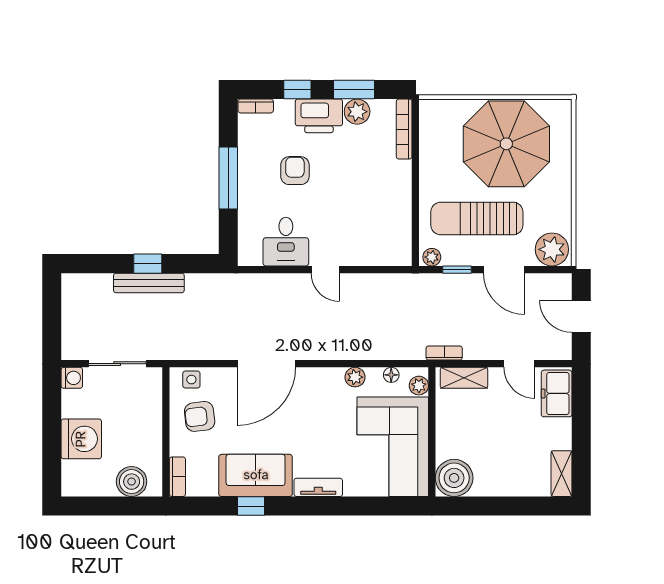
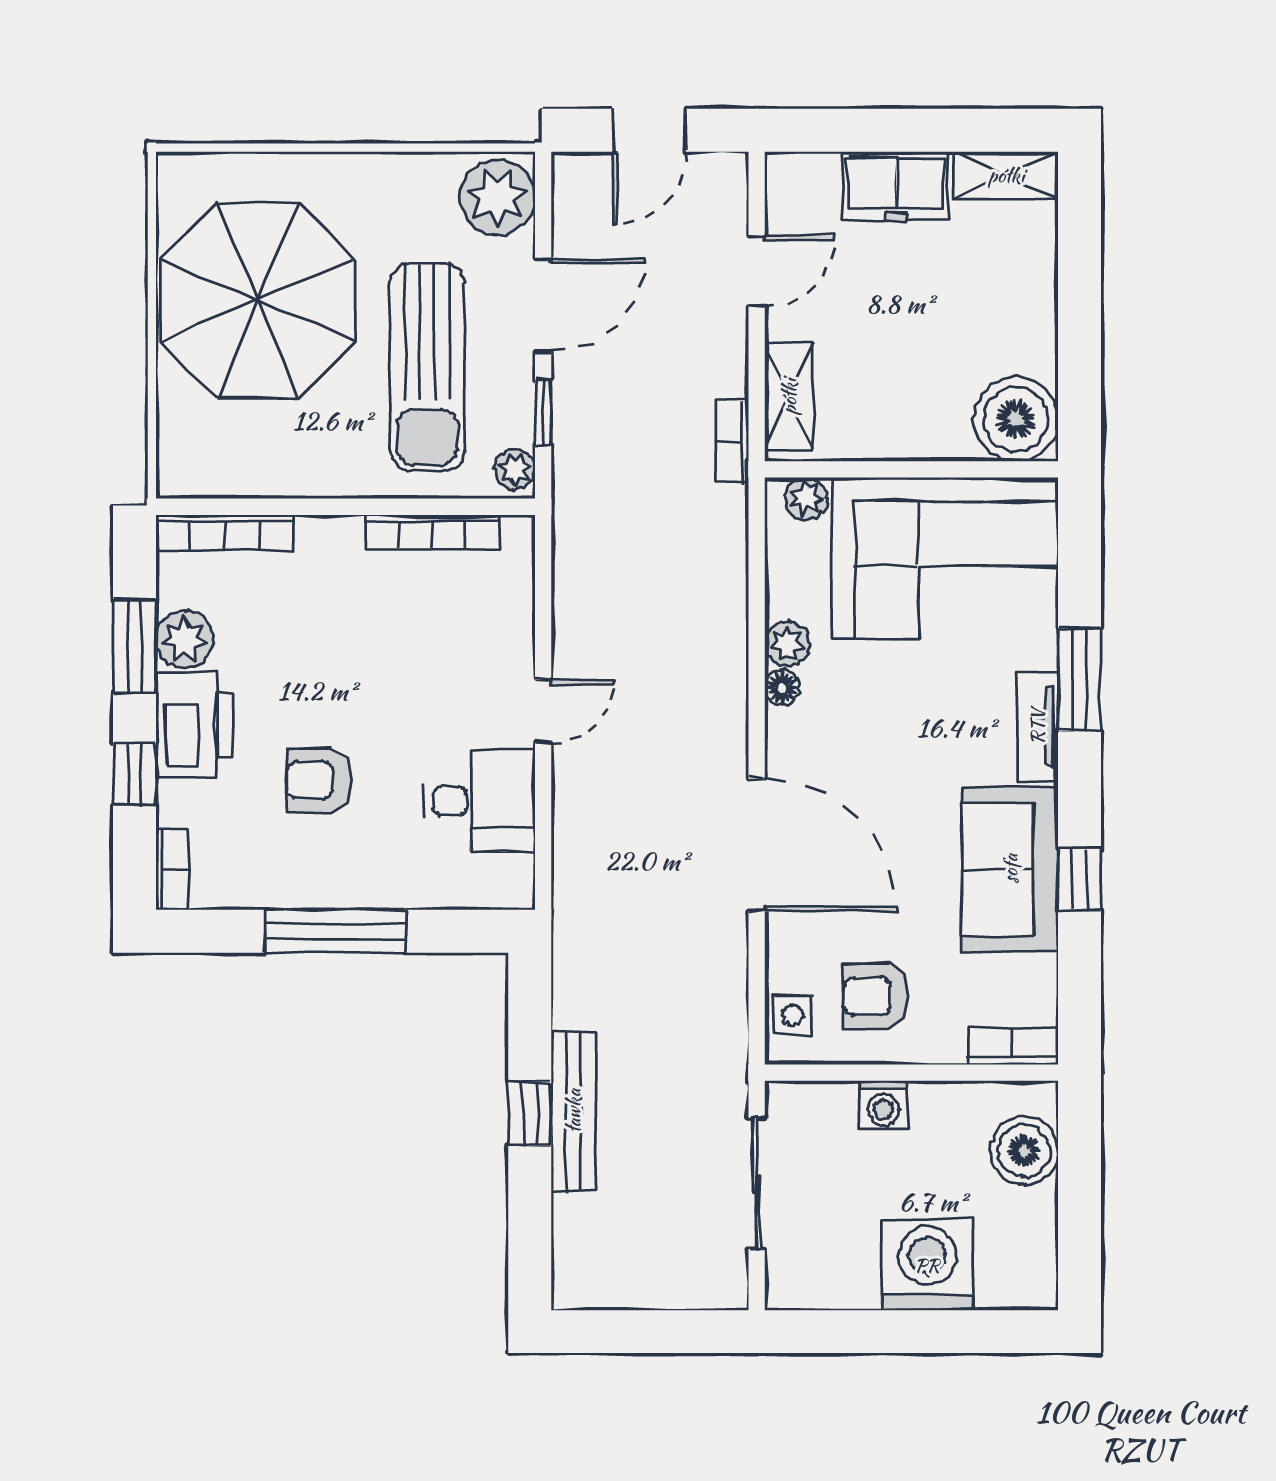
bookcase: (404, 221) -> (432, 532), added
floor lamp: (391, 375) -> (782, 688), moved
washing machine: (72, 378) -> (884, 1105), moved, turned 180
freezer: (557, 393) -> (896, 186), moved
armchair: (200, 416) -> (876, 996), turned 97
window: (339, 506) -> (1080, 680), added

